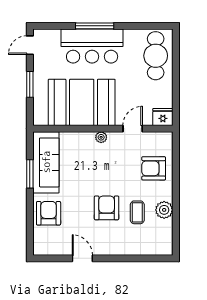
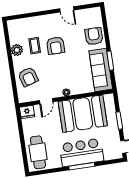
armchair: (154, 168) -> (28, 77), turned 73
armchair: (49, 213) -> (94, 36), turned 180

